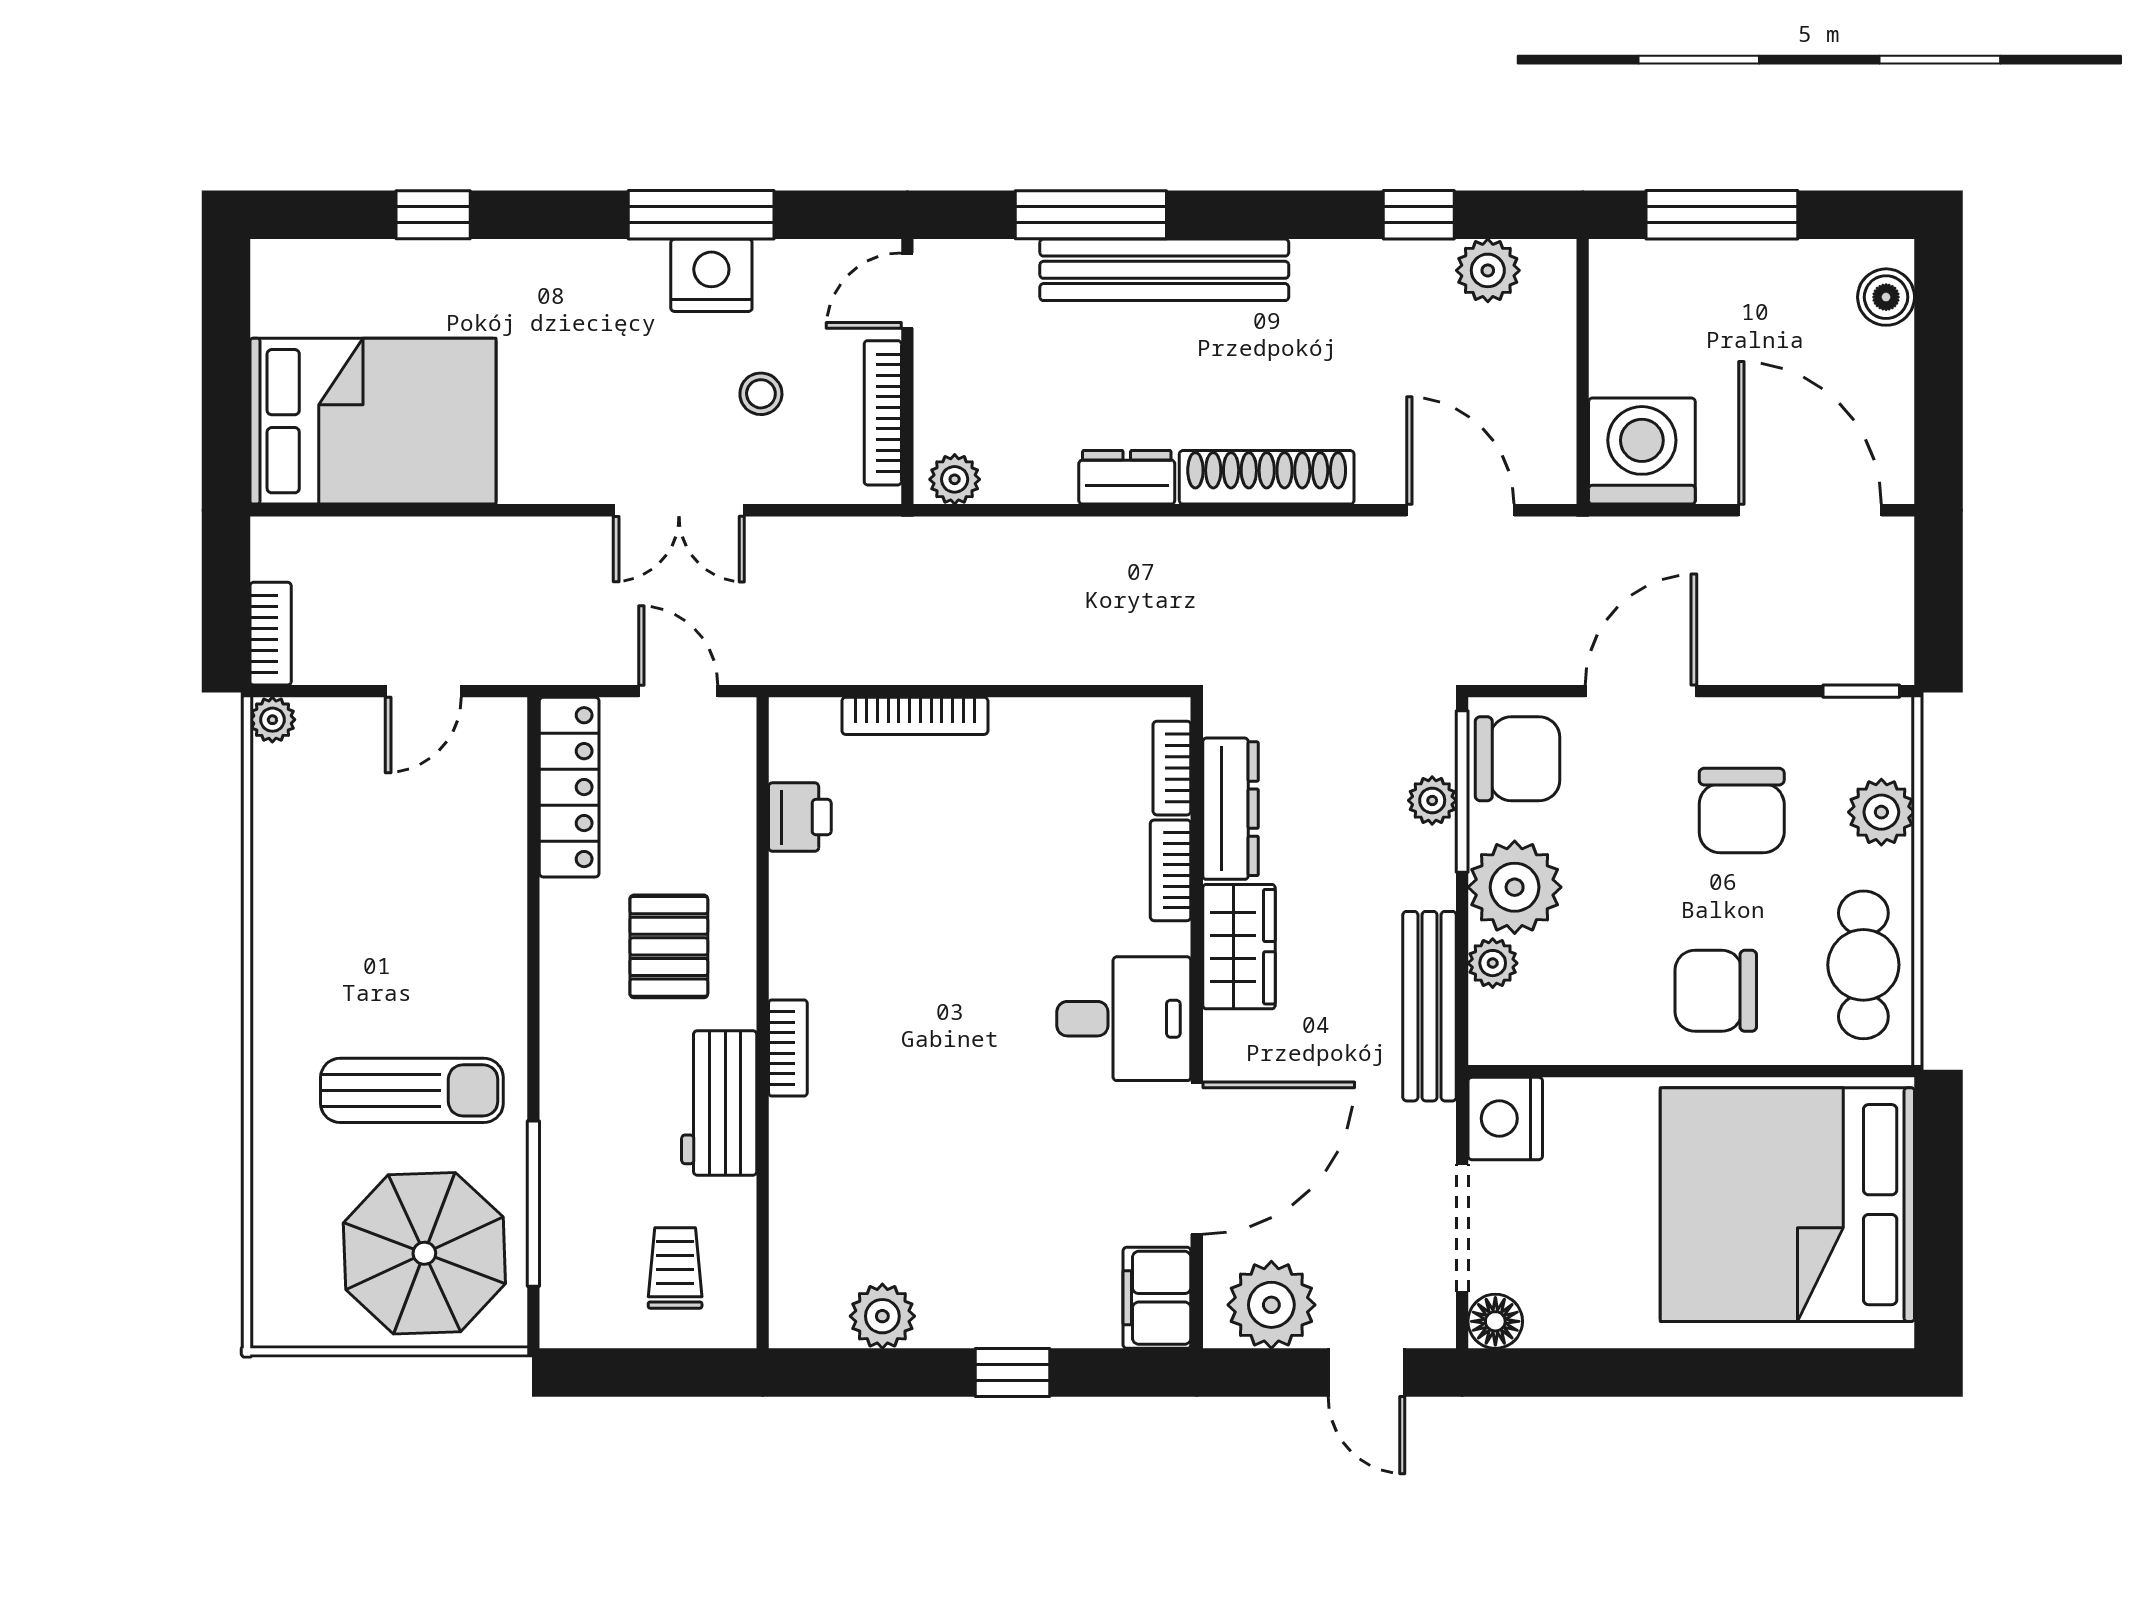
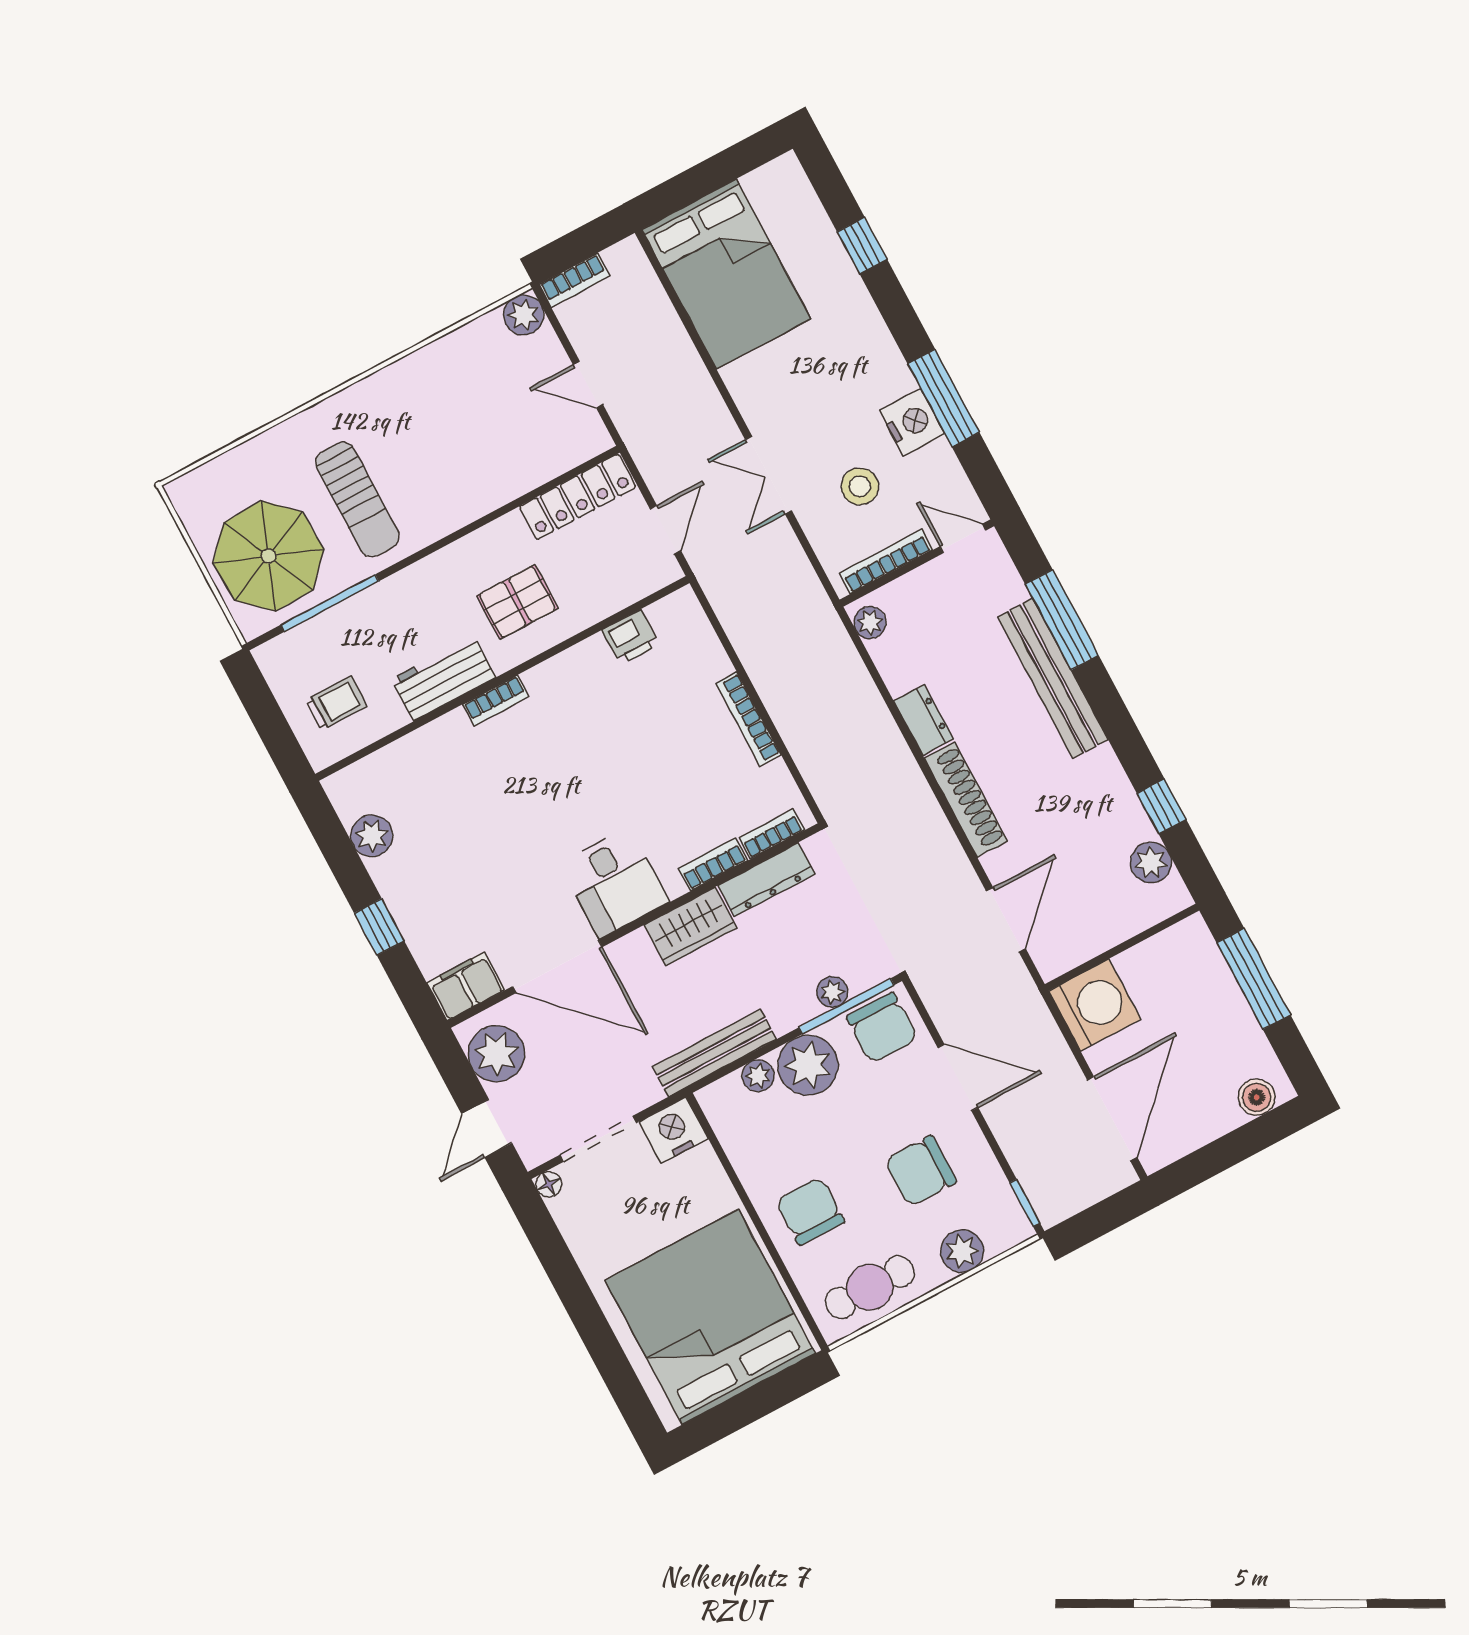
stool: (761, 394) -> (860, 486), width x1.37, depth x1.37
bookcase: (915, 716) -> (748, 719), moved
plant: (272, 720) -> (524, 315), width x1.38, depth x1.38
floor lamp: (1495, 1321) -> (549, 1184), width x0.73, depth x0.73

